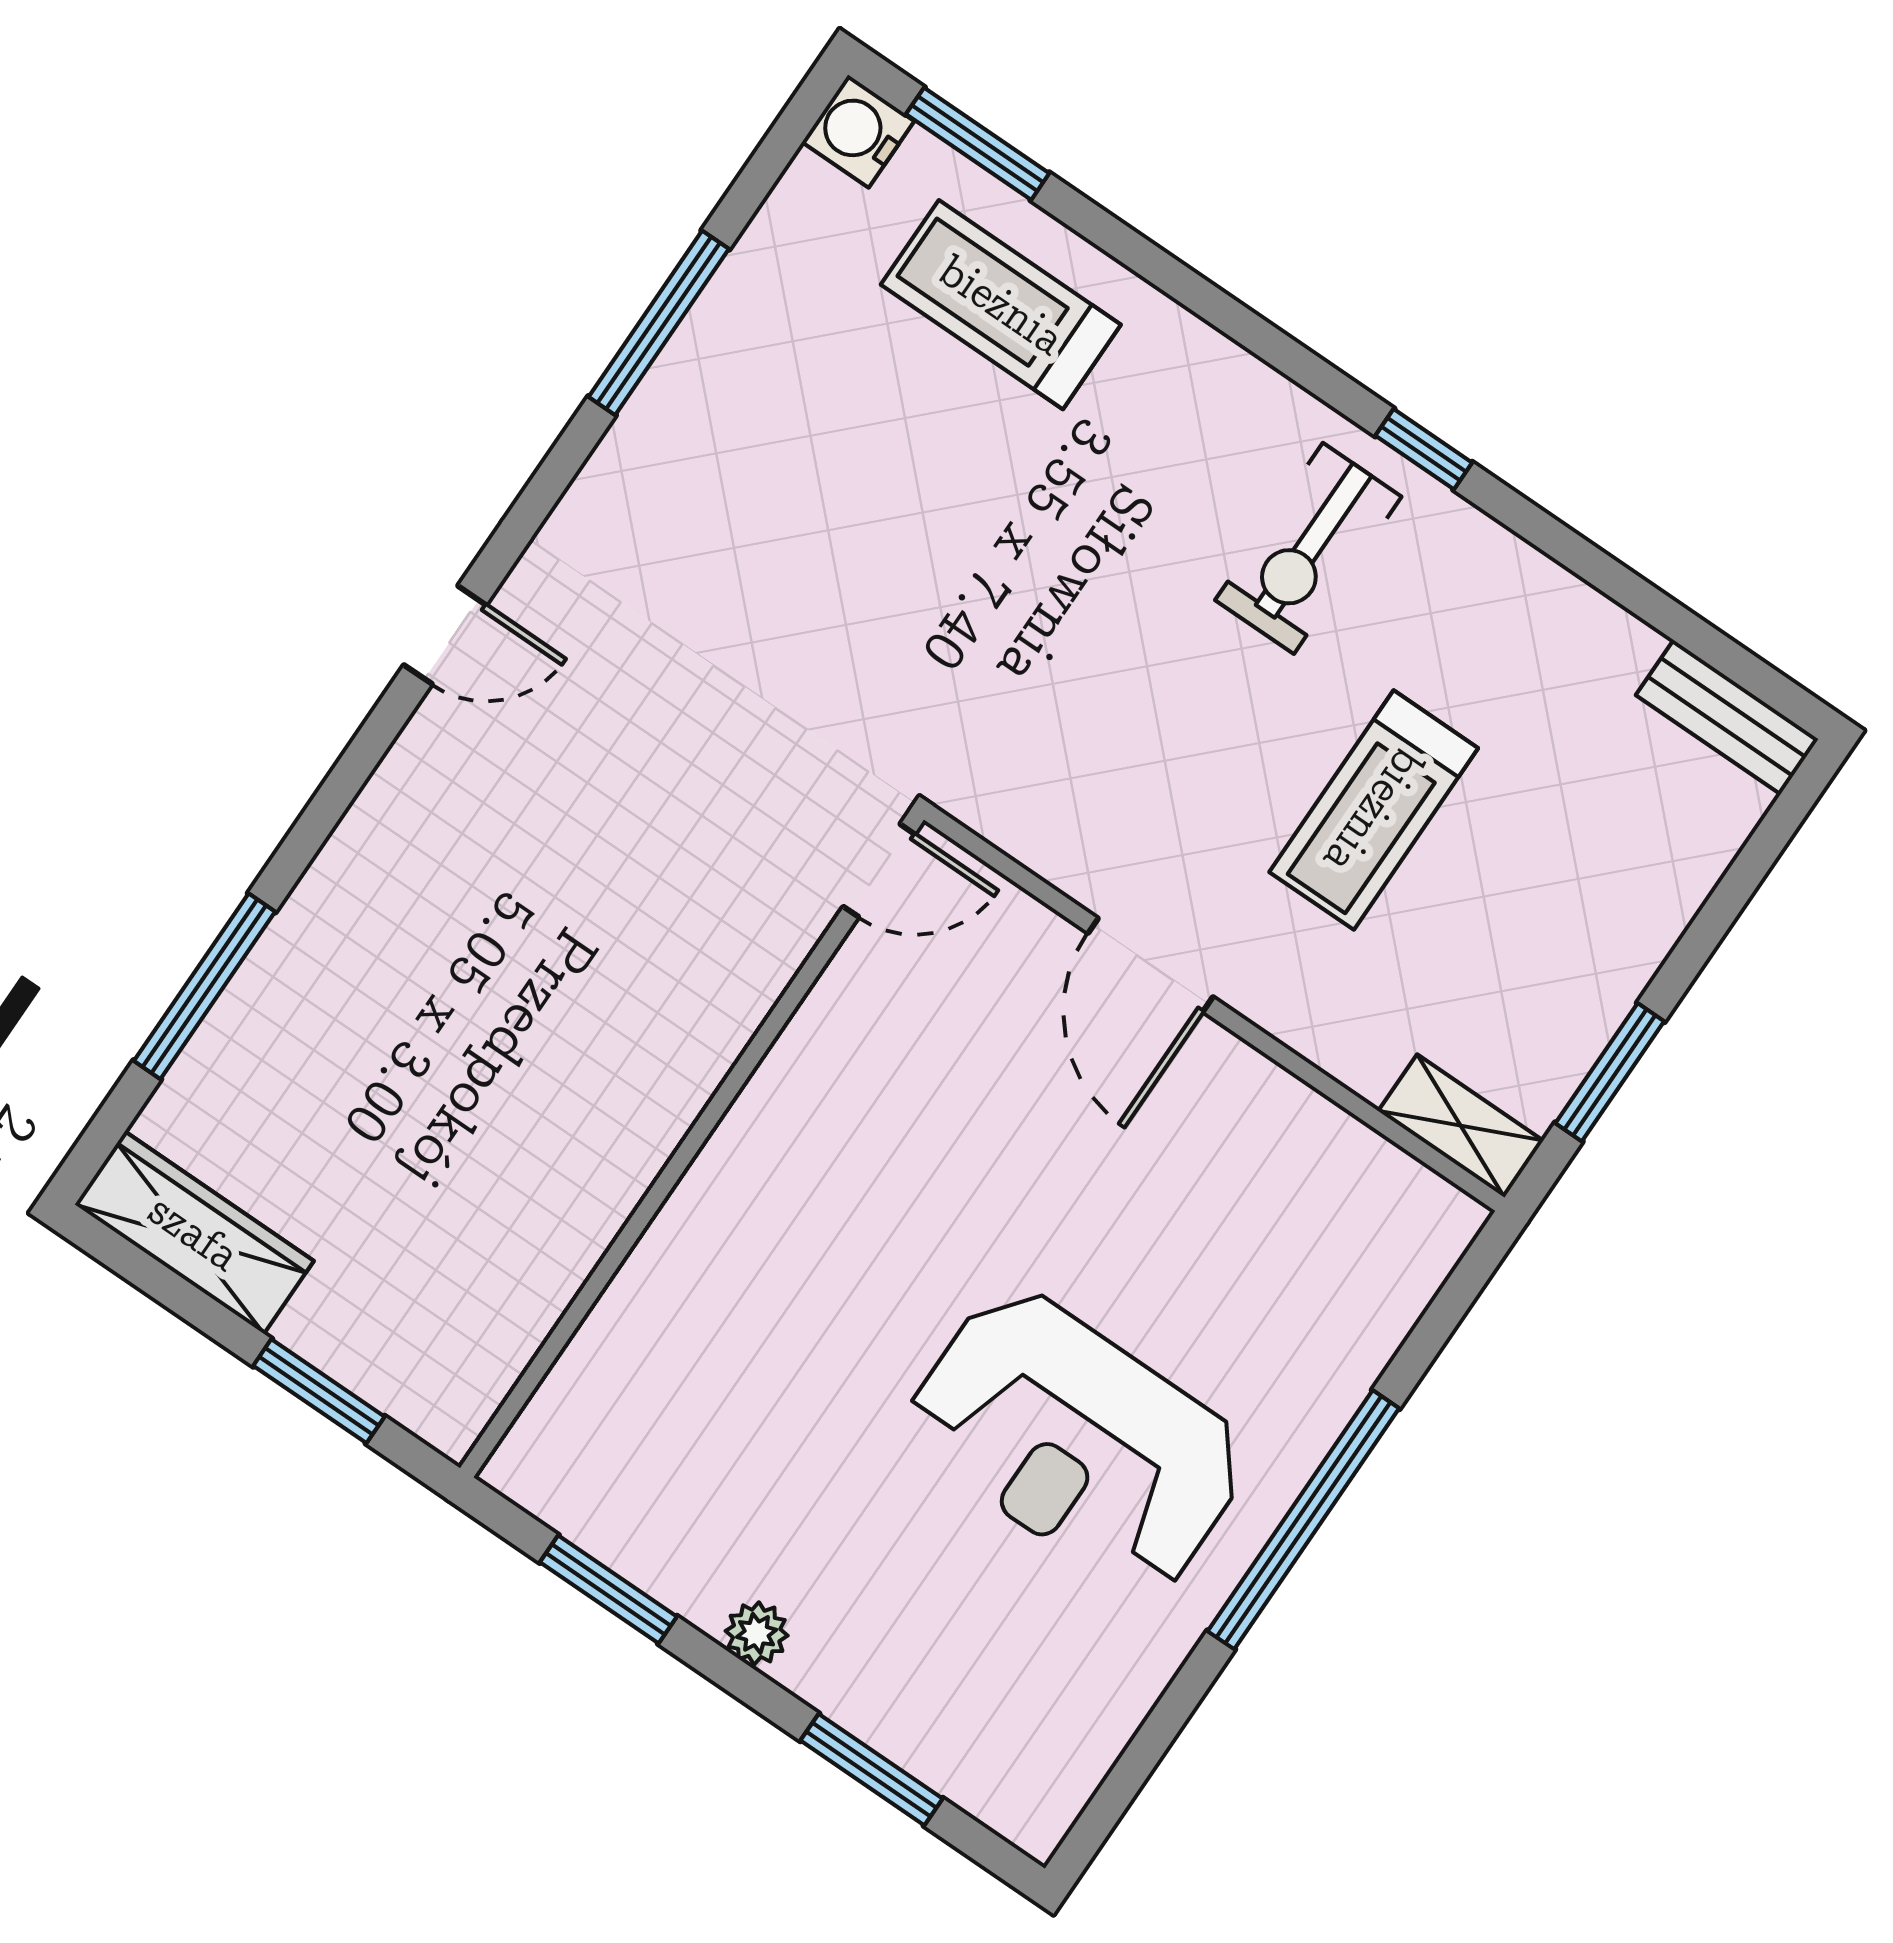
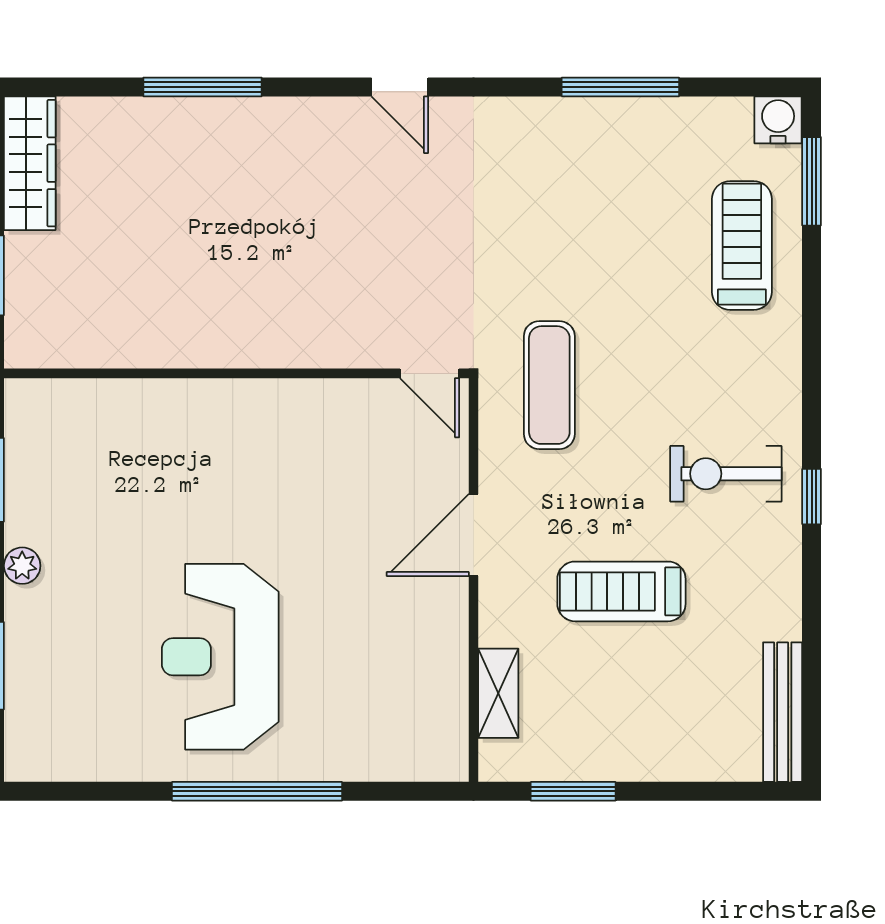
exercise mat: (1012, 712) -> (549, 385), added
bench: (1727, 717) -> (783, 712), width x1.36
window: (204, 986) -> (203, 87), moved
shelving: (1461, 1126) -> (498, 693), moved

